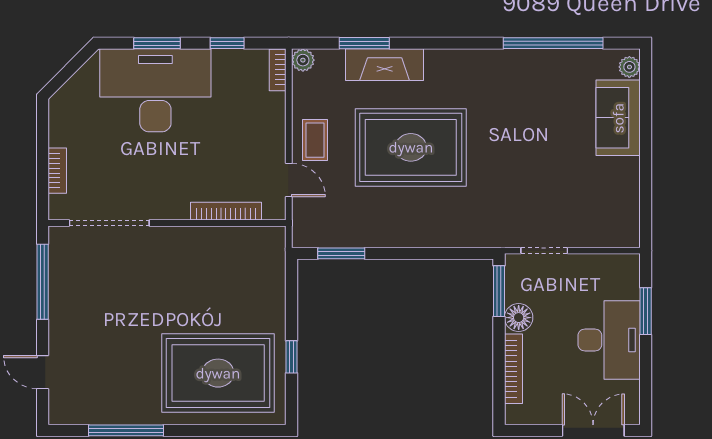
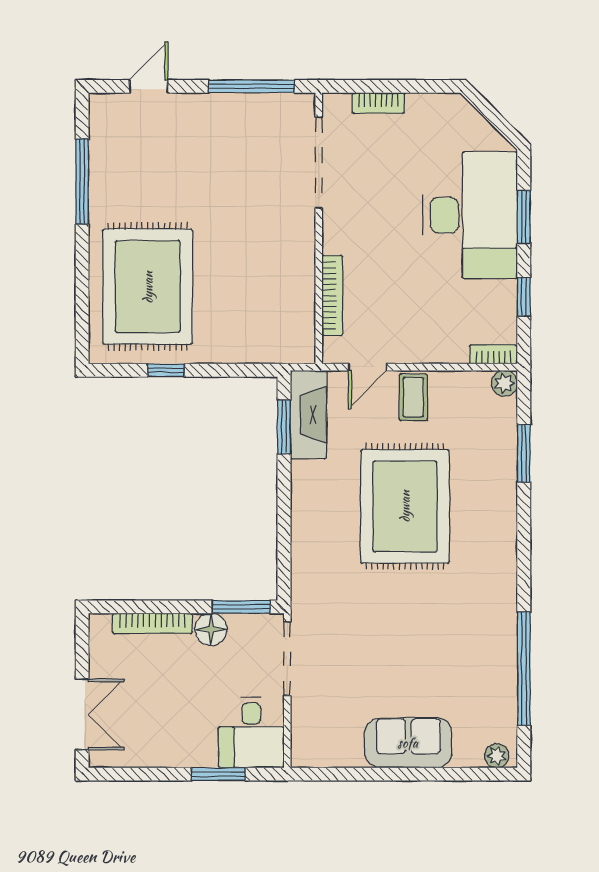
fireplace: (385, 65) -> (309, 415), moved, turned 180
sofa: (618, 118) -> (408, 743), moved
coffee table: (315, 140) -> (413, 397), turned 90
doorway: (544, 251) -> (287, 659), width x1.38
desk: (609, 340) -> (251, 733), moved, width x0.73

